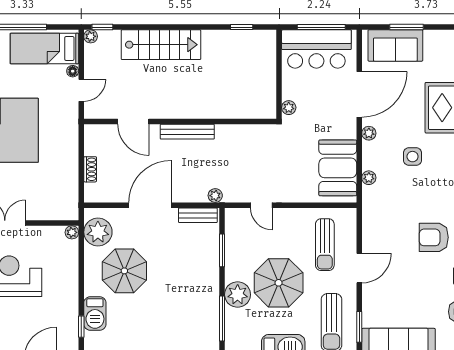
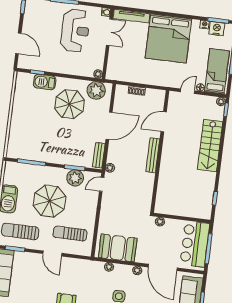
door: (81, 90) -> (188, 91), swing flipped
door: (150, 205) -> (109, 126), hinge flipped
door: (261, 205) -> (102, 184), moved
plant: (238, 295) -> (75, 178), moved

